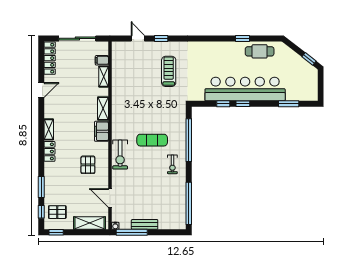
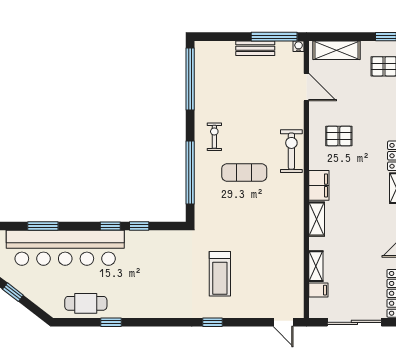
door: (138, 38) -> (283, 322), moved
window: (161, 38) -> (213, 322), moved
bar counter: (245, 89) -> (65, 248), moved
pallet: (88, 165) -> (339, 136), turned 90

